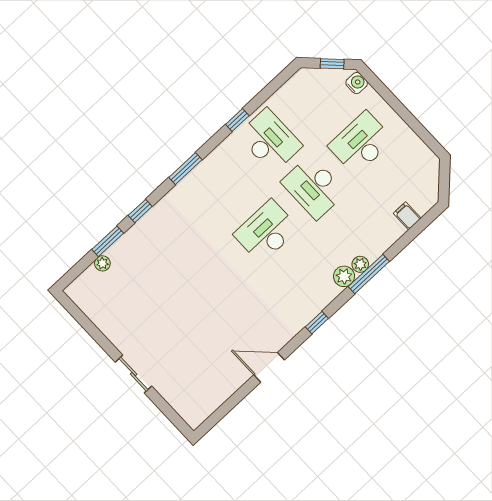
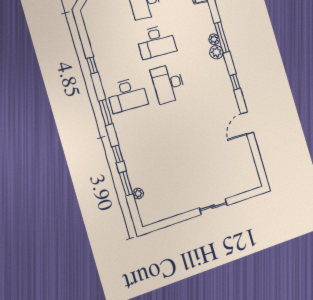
desk: (270, 140) -> (127, 95), moved, turned 180

